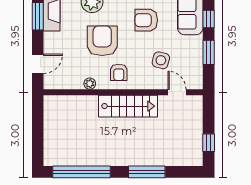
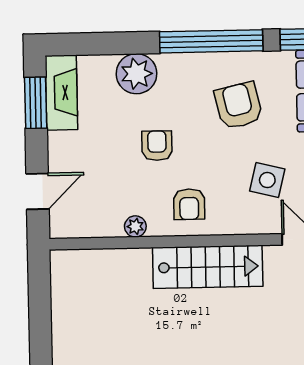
armchair: (146, 20) -> (239, 106), turned 77
armchair: (102, 41) -> (157, 146), width x0.53, depth x0.53

